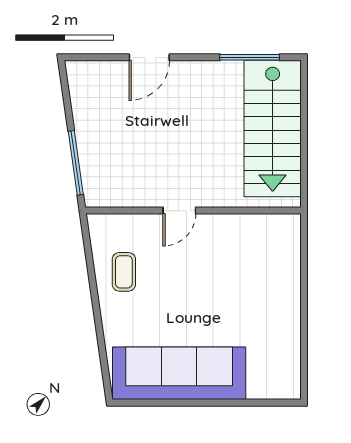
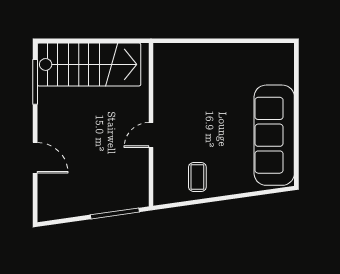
door: (179, 211) -> (151, 135), swing flipped
coffee table: (124, 272) -> (197, 177), turned 90

